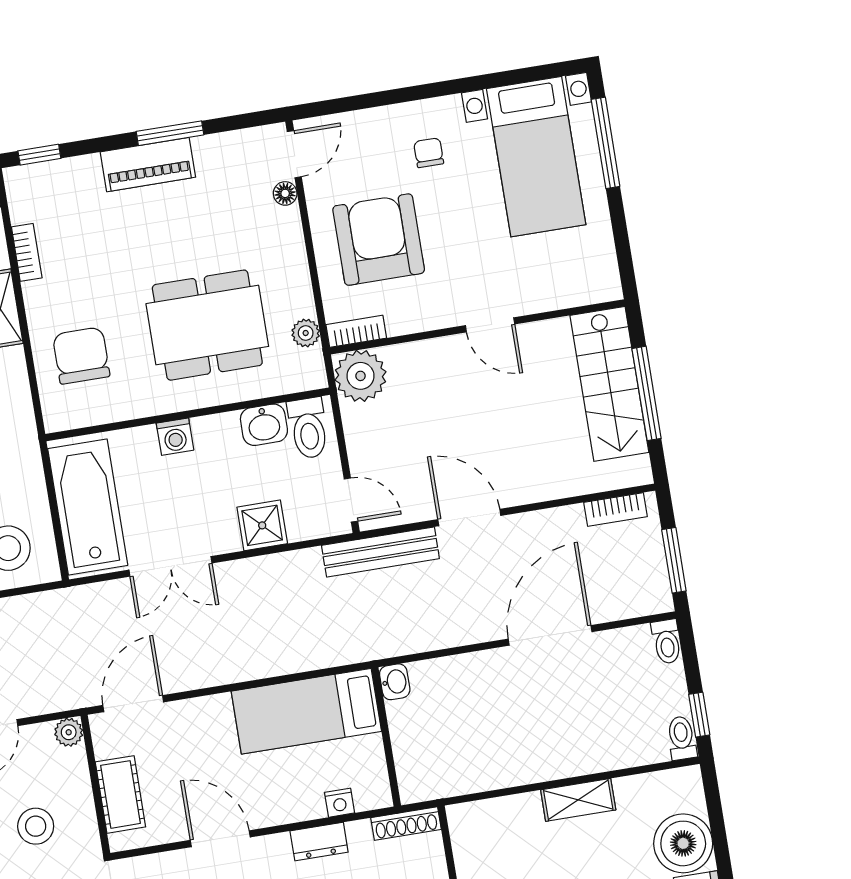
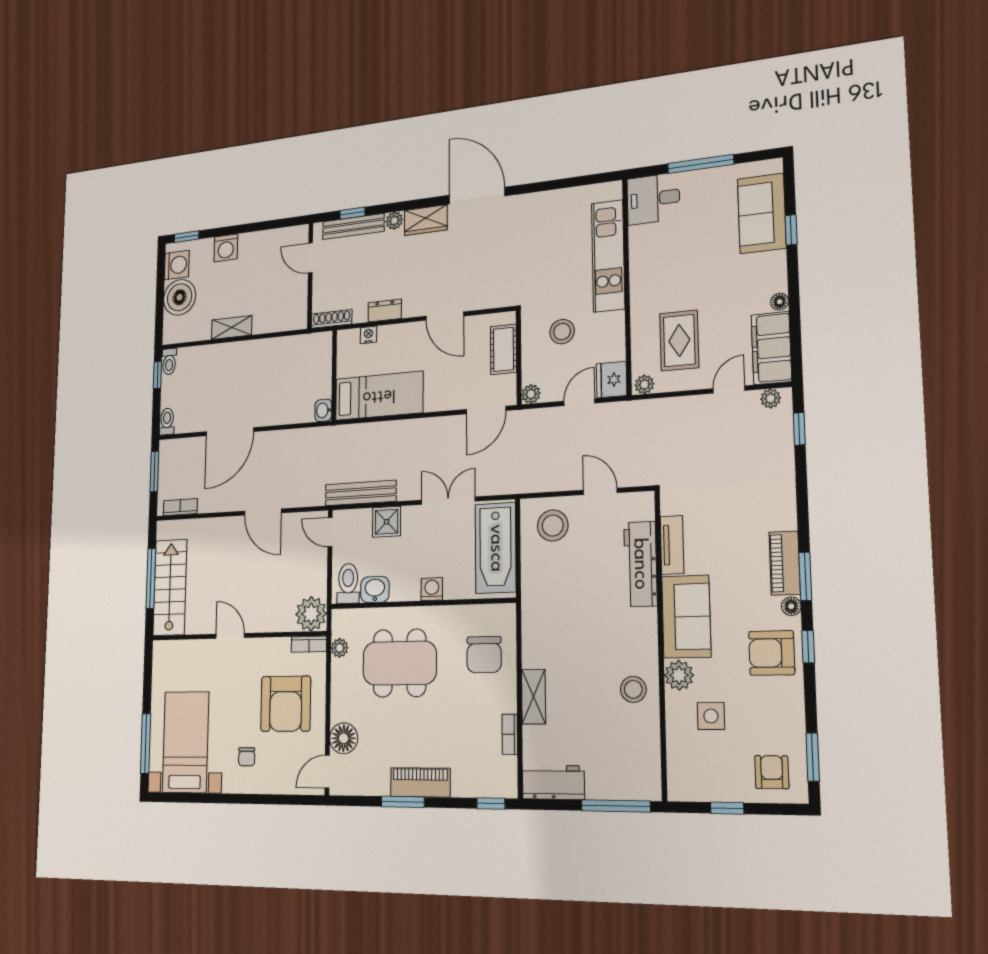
floor lamp: (285, 193) -> (344, 738), width x1.89, depth x1.89
bench: (380, 552) -> (361, 493), moved

